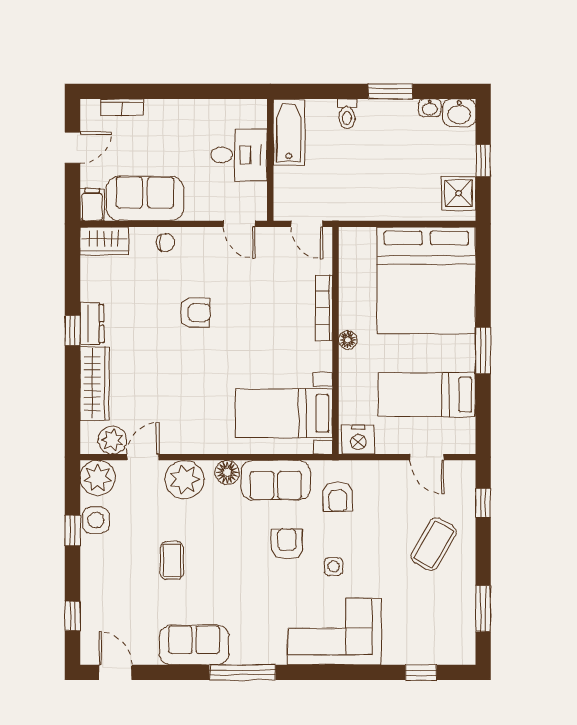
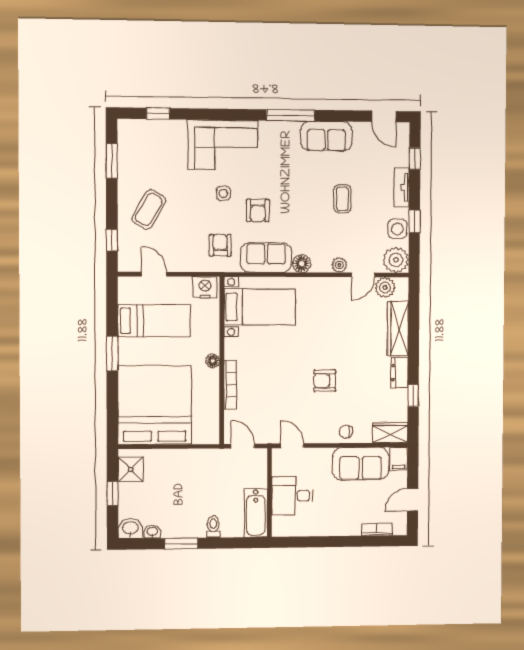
window: (73, 330) -> (413, 396), moved
plant: (184, 479) -> (339, 265), width x0.53, depth x0.53
tv unit: (90, 577) -> (402, 187), added

